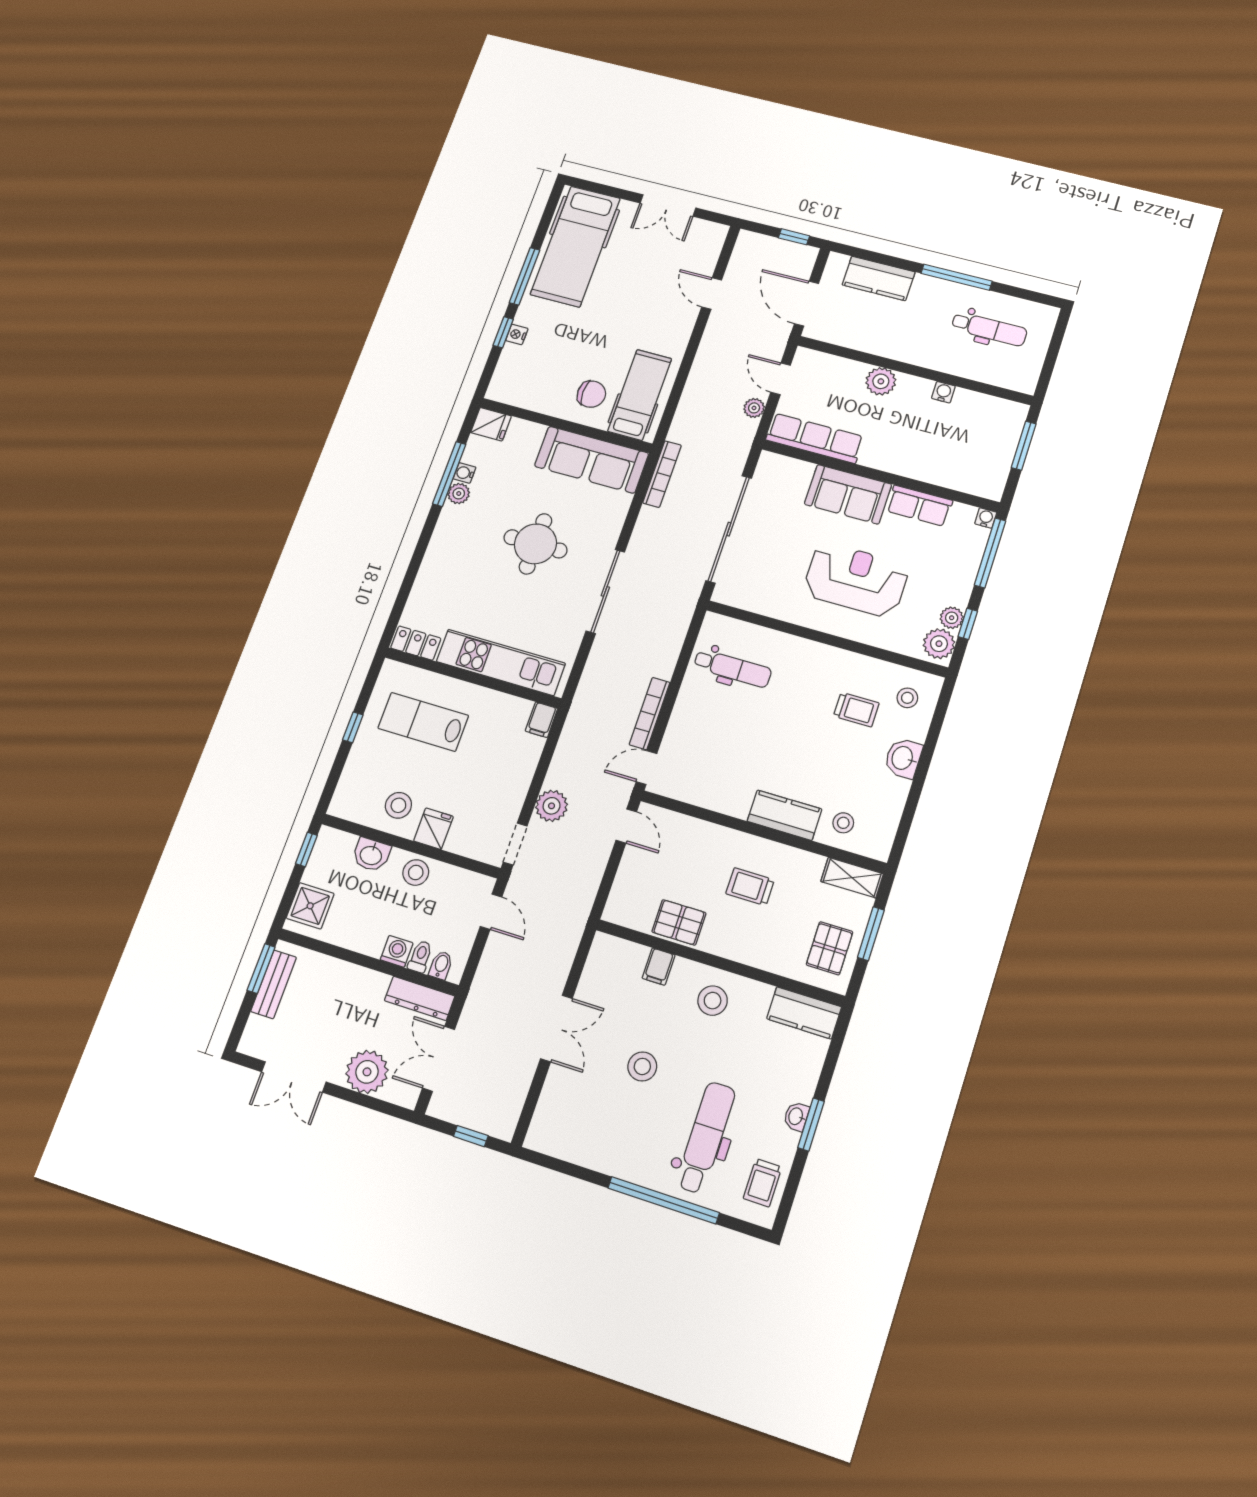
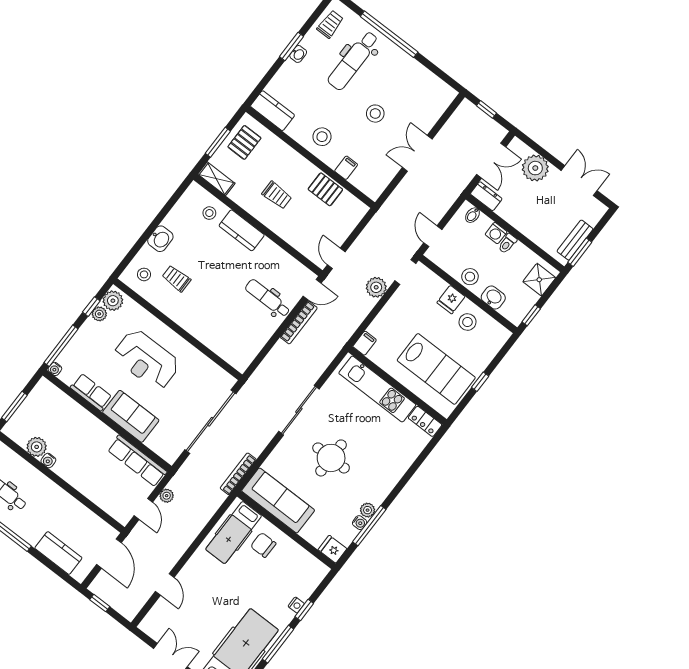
plant: (881, 381) -> (37, 447), moved
dental chair: (733, 668) -> (268, 298), moved
lab bench: (423, 722) -> (436, 369), width x1.36, depth x1.39
toilet: (420, 957) -> (507, 244), moved
dresser: (420, 998) -> (486, 196), width x0.70

